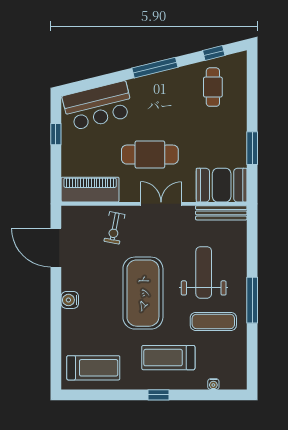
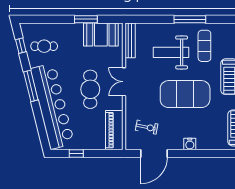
bar counter: (98, 106) -> (52, 106), width x1.86
booth: (222, 185) -> (101, 34), moved, turned 90
exercise bike: (114, 228) -> (147, 127), moved

